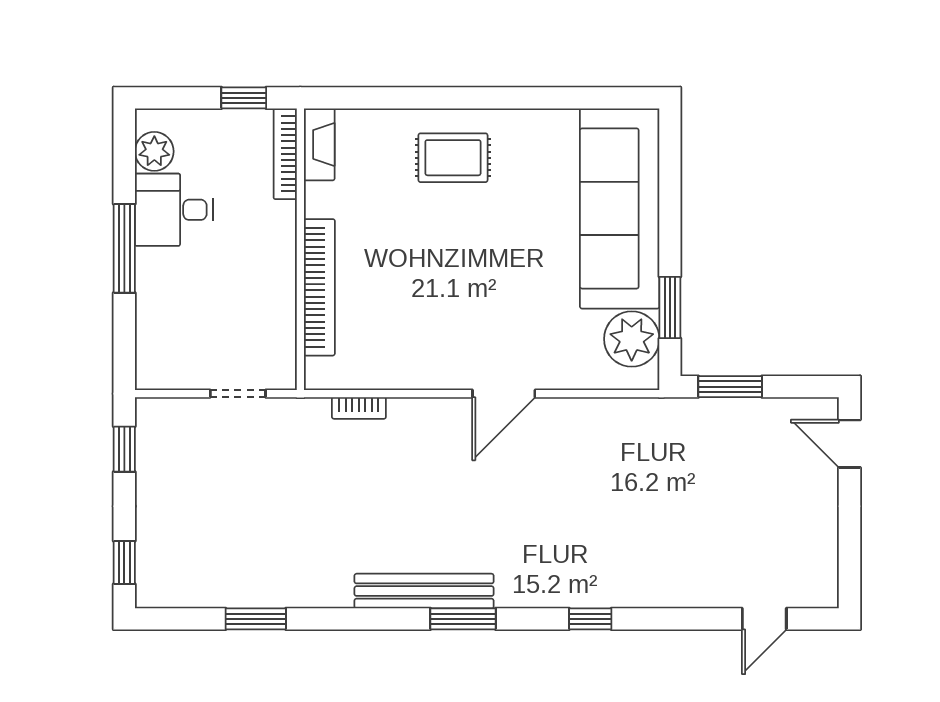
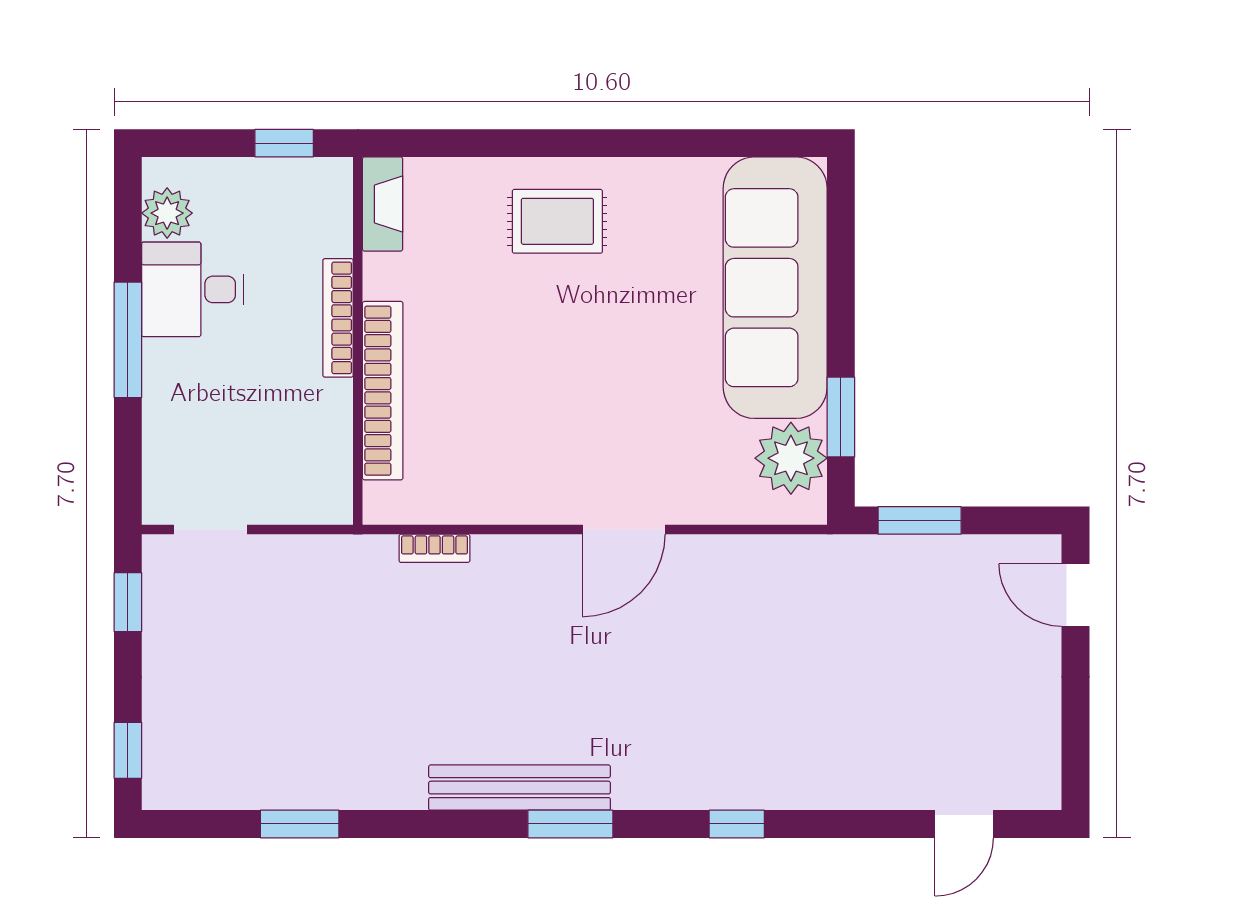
bookcase: (285, 154) -> (338, 318), moved
doorway: (238, 394) -> (210, 530), moved

